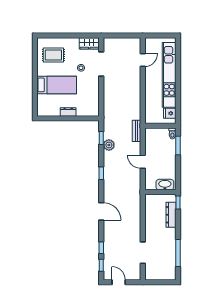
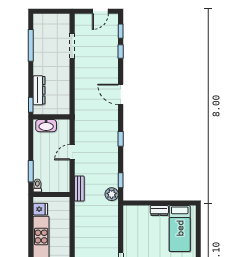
bed: (57, 85) -> (180, 228), moved, turned -90
plant: (109, 145) -> (112, 194), moved
door: (143, 162) -> (72, 152), swing flipped
door: (119, 282) -> (100, 11), hinge flipped

